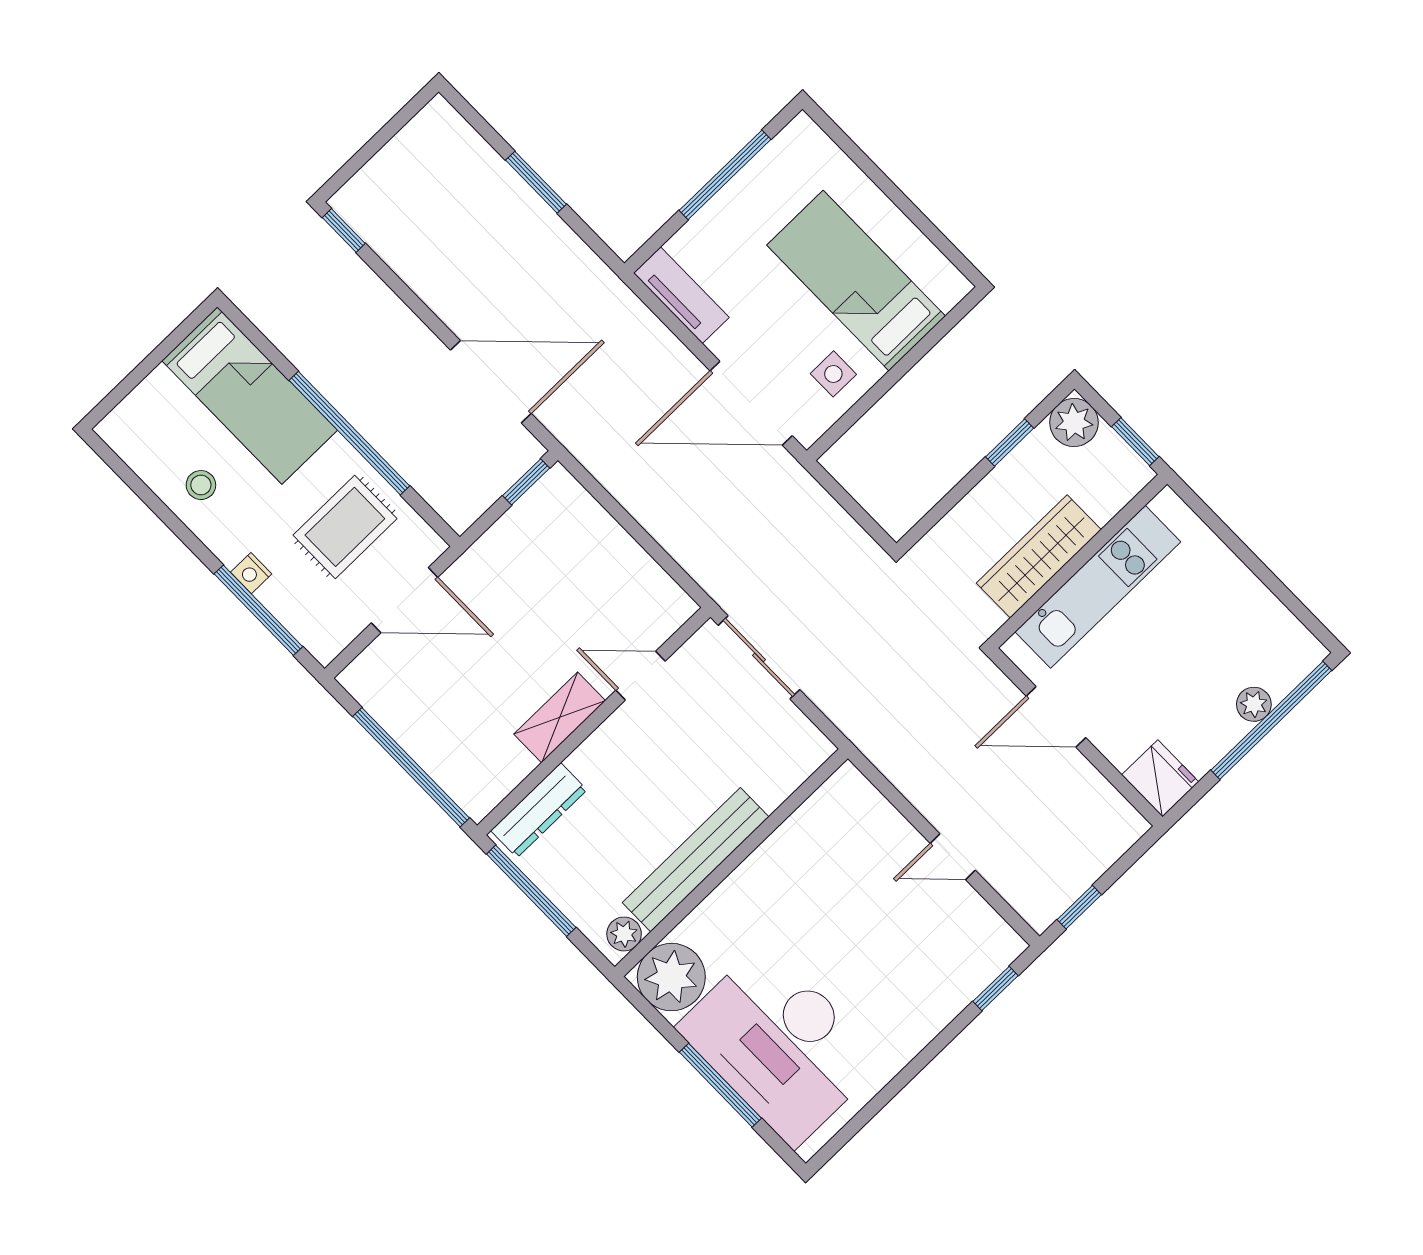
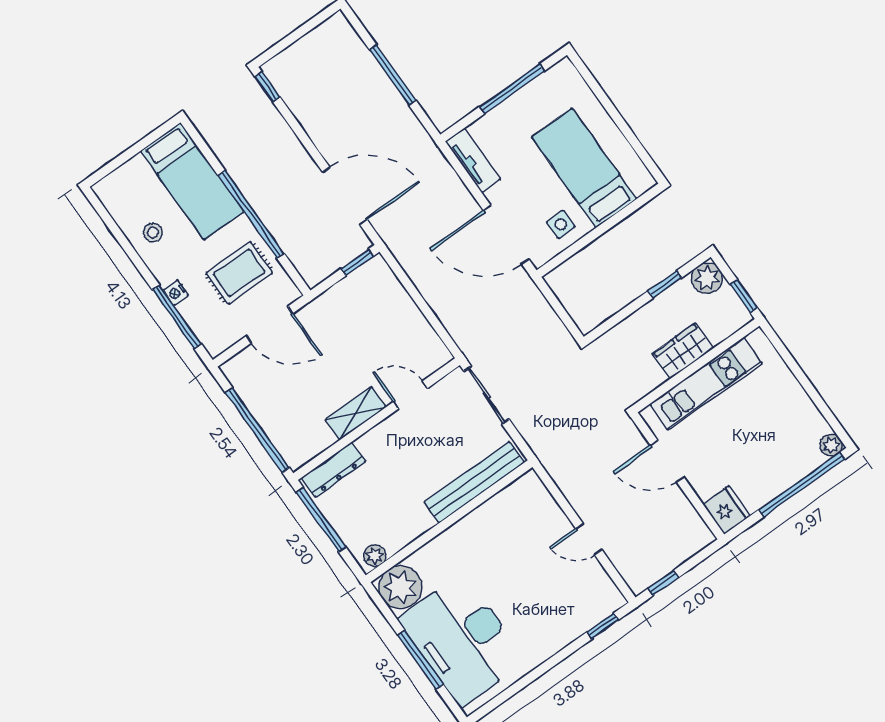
window: (536, 182) -> (393, 75), width x1.44
wardrobe: (1039, 556) -> (683, 351), width x0.67
plant: (1254, 704) -> (831, 445), moved
bench: (696, 860) -> (474, 482), moved

